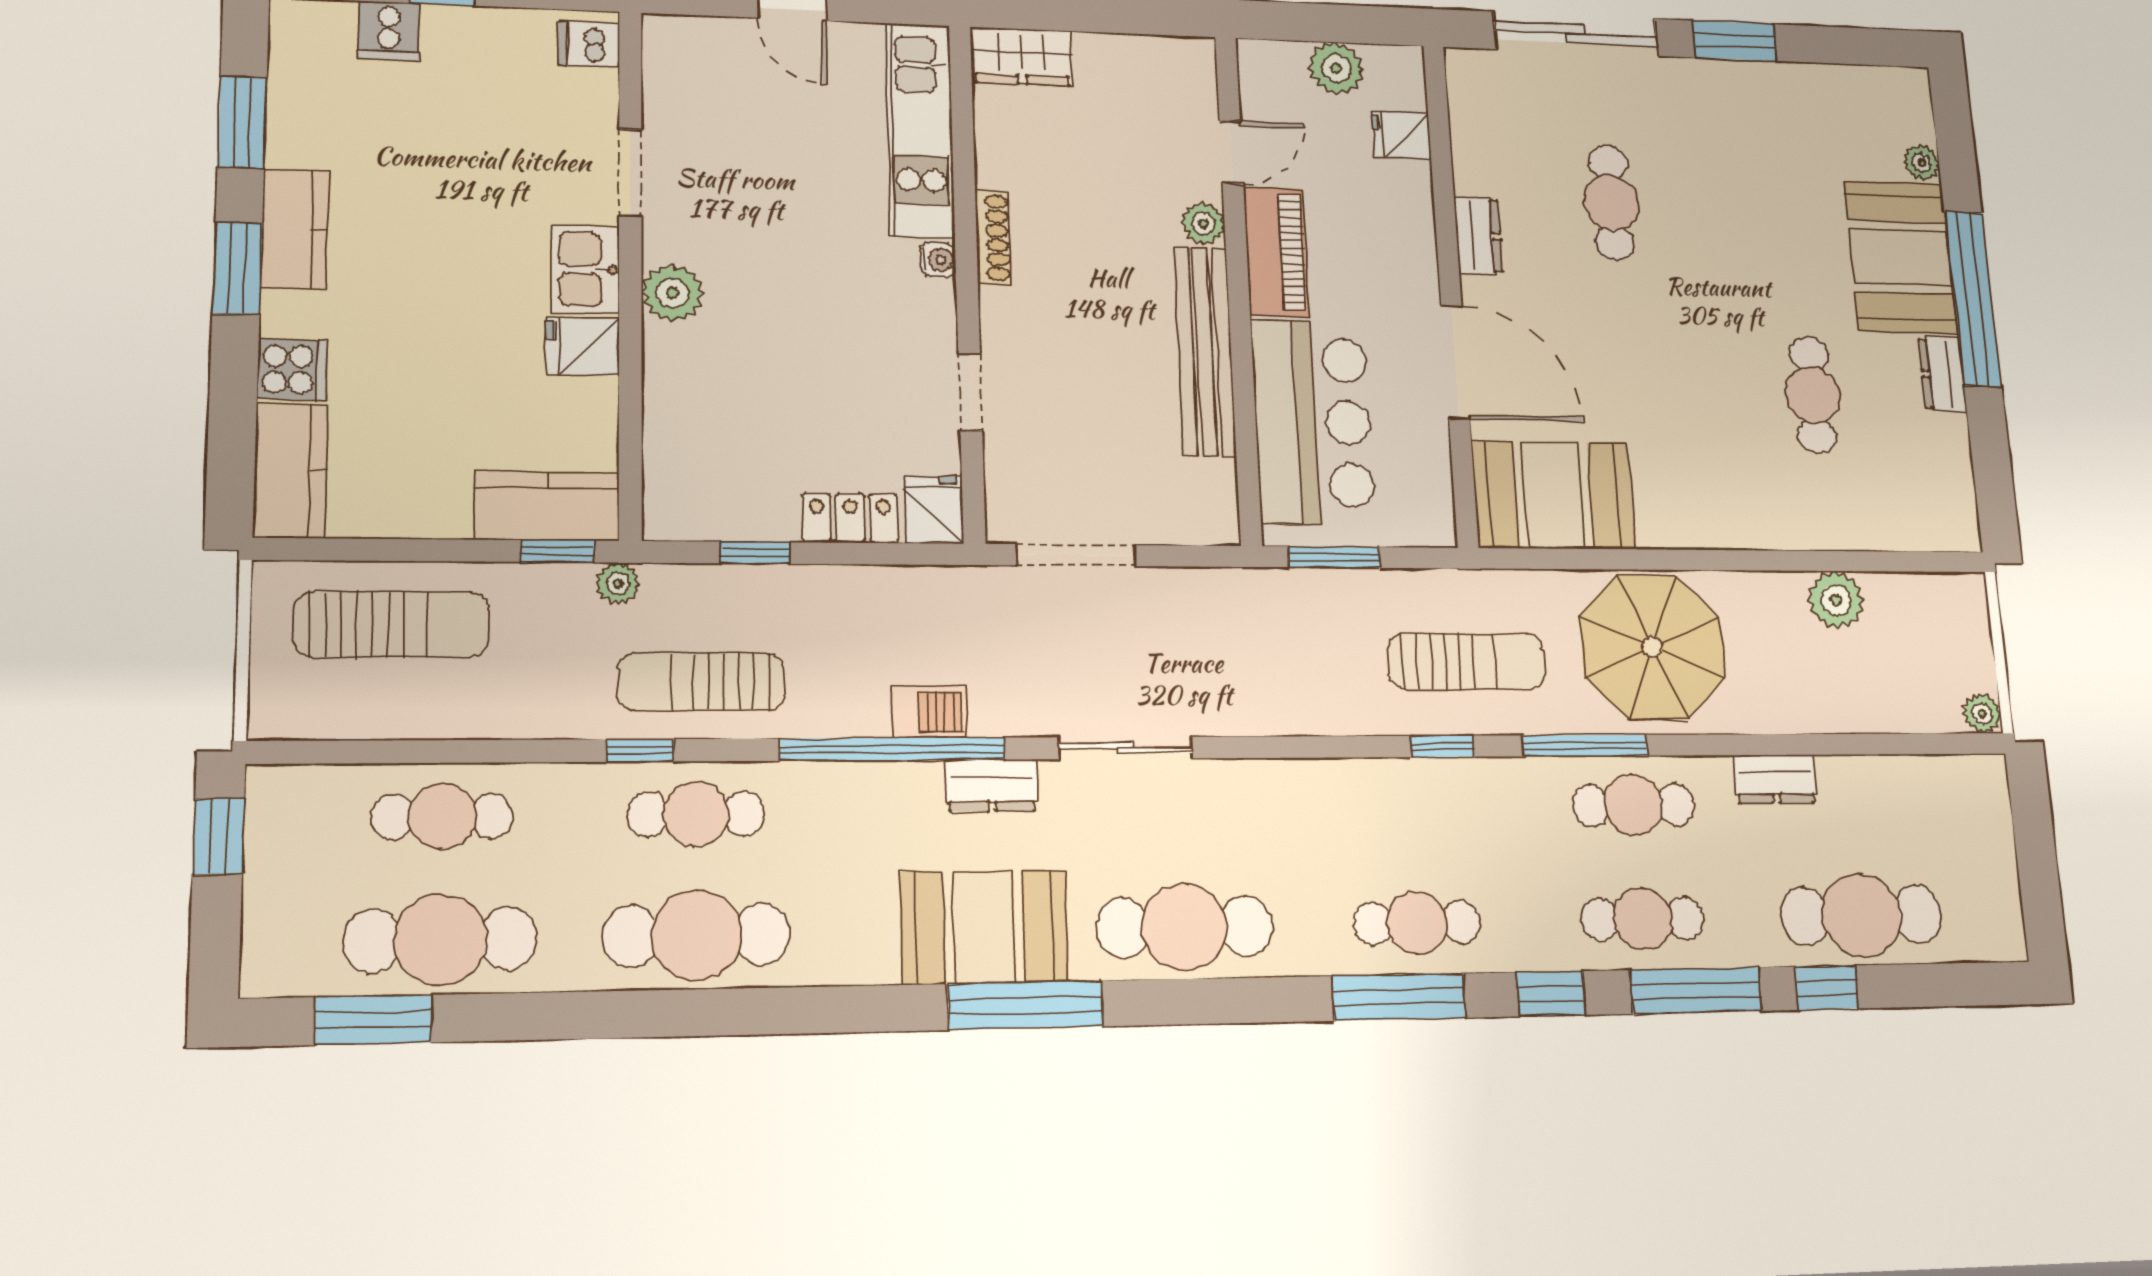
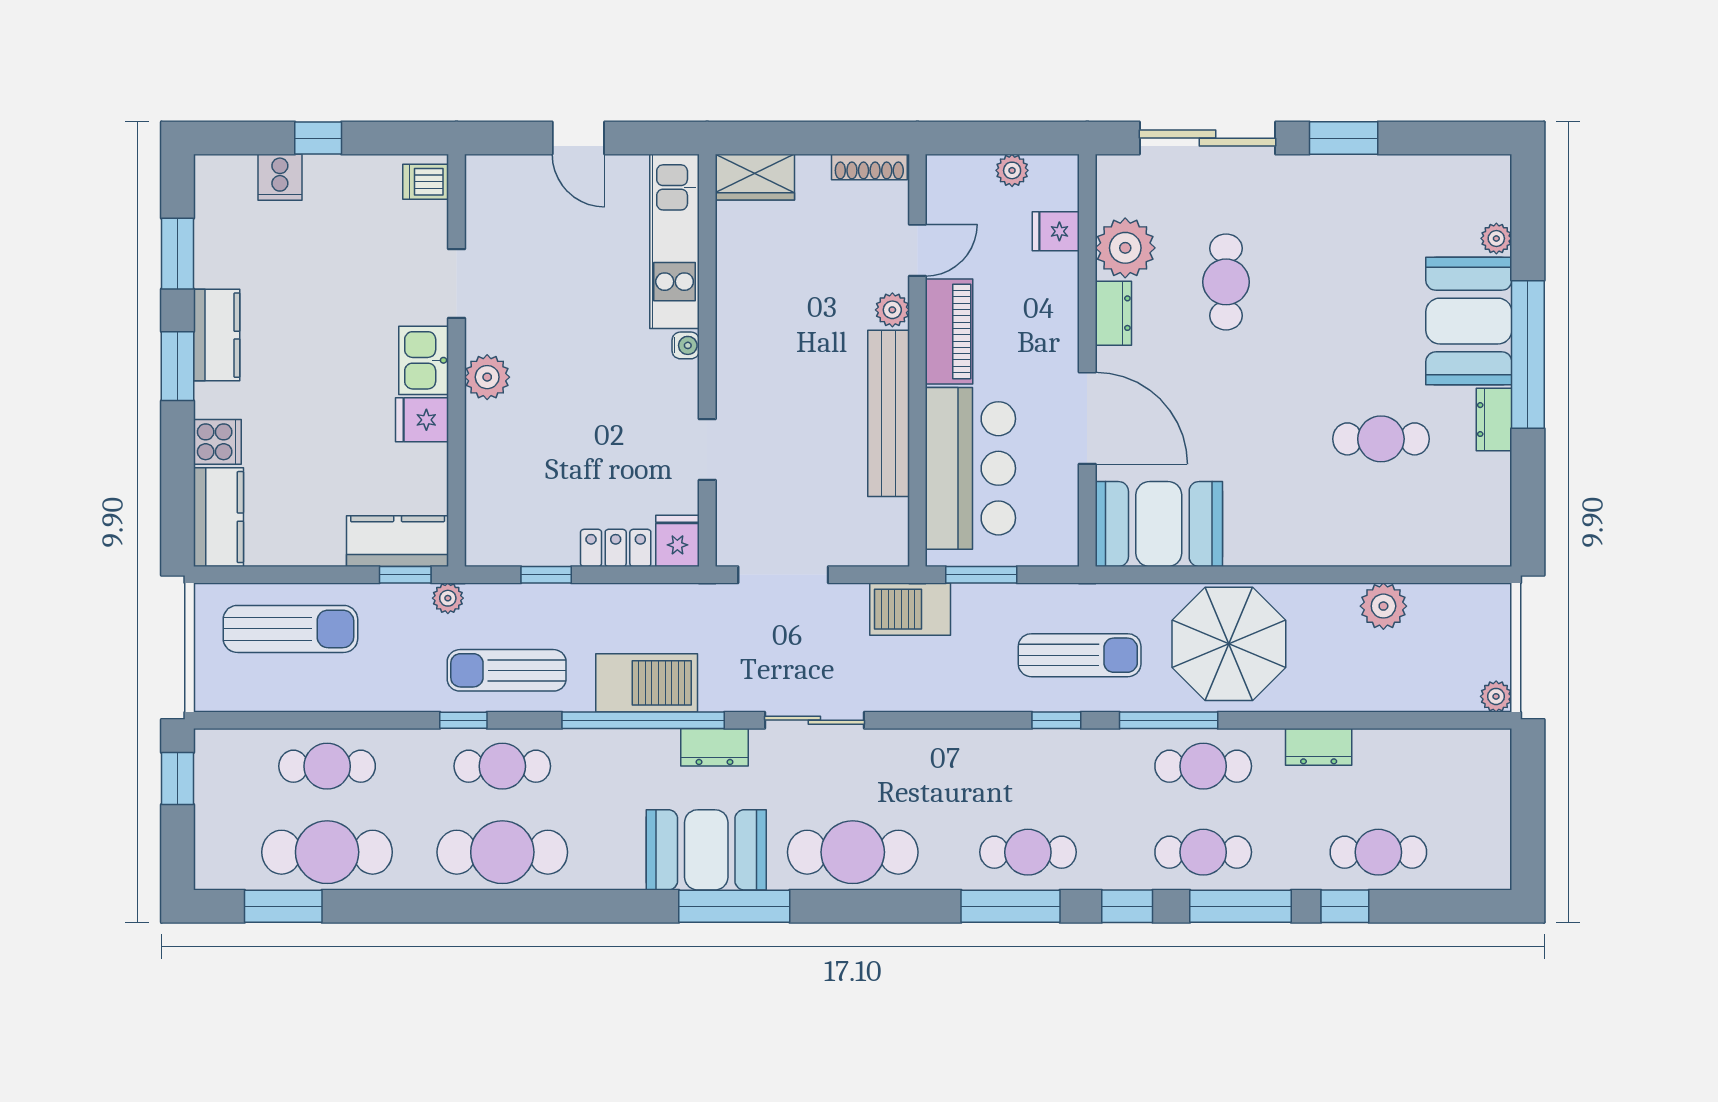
plant: (1336, 68) -> (1012, 170), width x0.73, depth x0.73
plant: (1487, 158) -> (1125, 248), added
shoe rack: (993, 238) -> (869, 167), moved, turned 90
cafe table: (1813, 395) -> (1381, 439), turned 90
barbecue: (1245, 601) -> (910, 609), added
barbecue: (929, 712) -> (647, 683), width x1.88, depth x1.53
cafe table: (1861, 915) -> (1378, 852), width x0.73, depth x0.74

